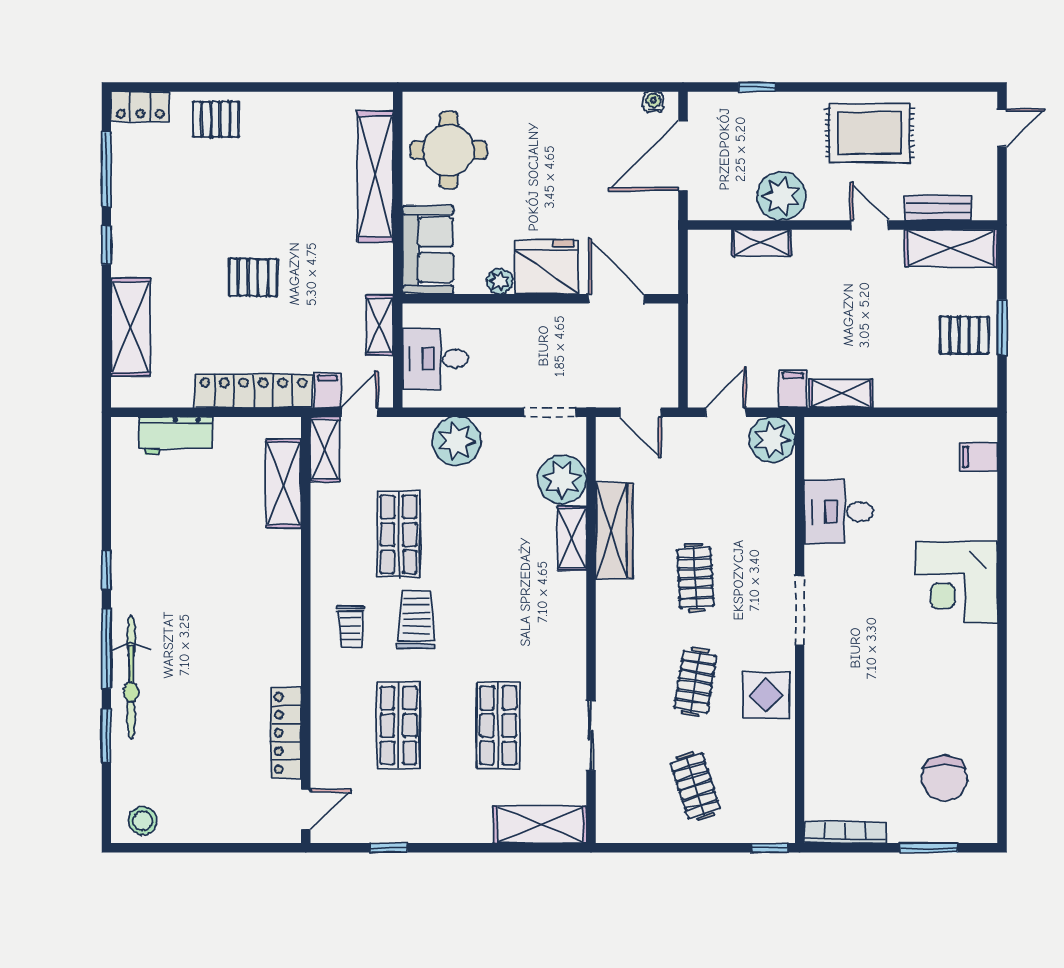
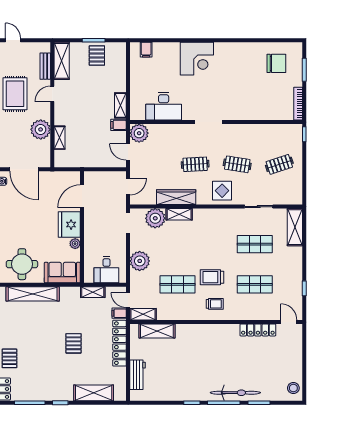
desk: (839, 512) -> (164, 106), width x1.37
display table: (766, 695) -> (222, 191), moved

